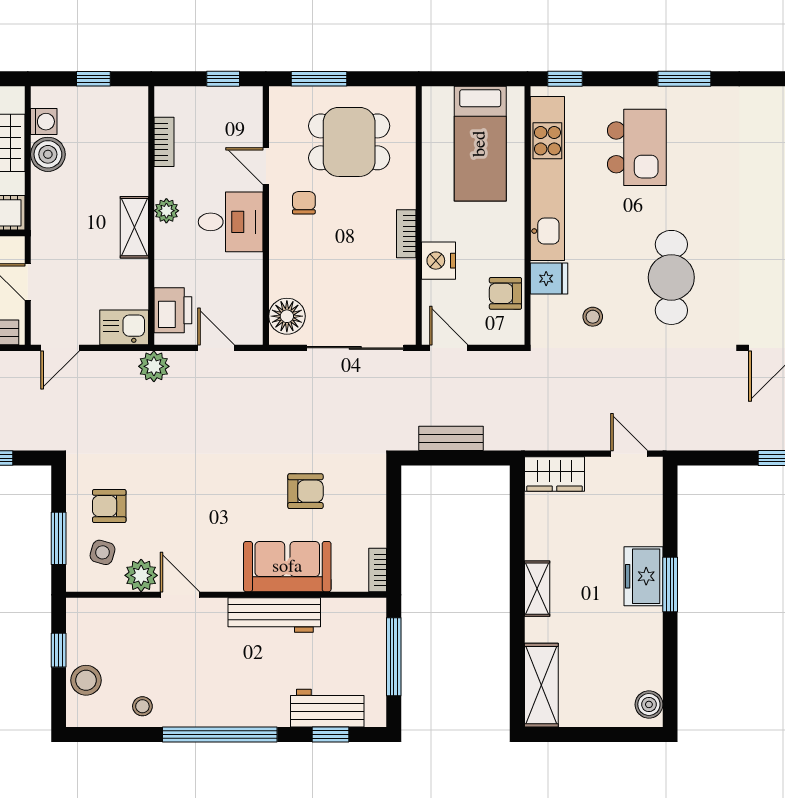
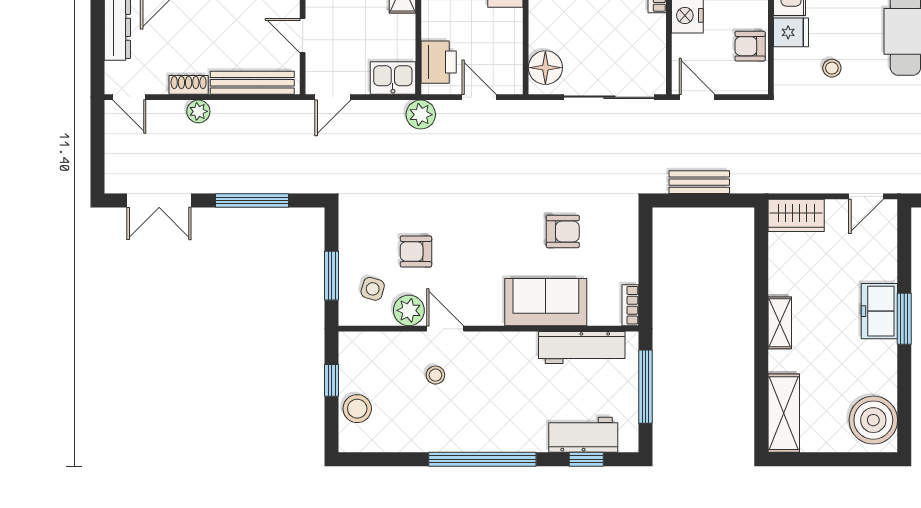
door: (629, 454) -> (866, 196), swing flipped
armchair: (109, 506) -> (416, 252), moved
workbench: (274, 615) -> (582, 347), moved
boiler: (649, 704) -> (873, 420), width x1.86, depth x1.86
stool: (142, 706) -> (435, 375), moved

